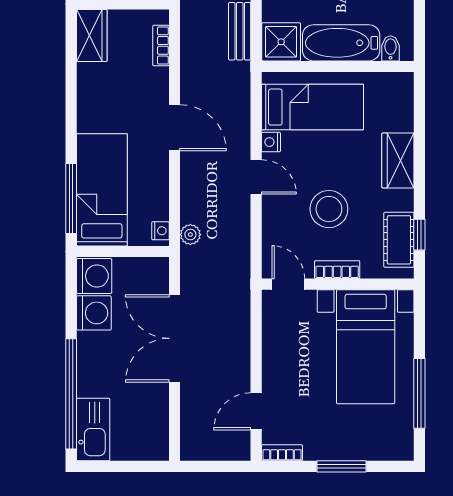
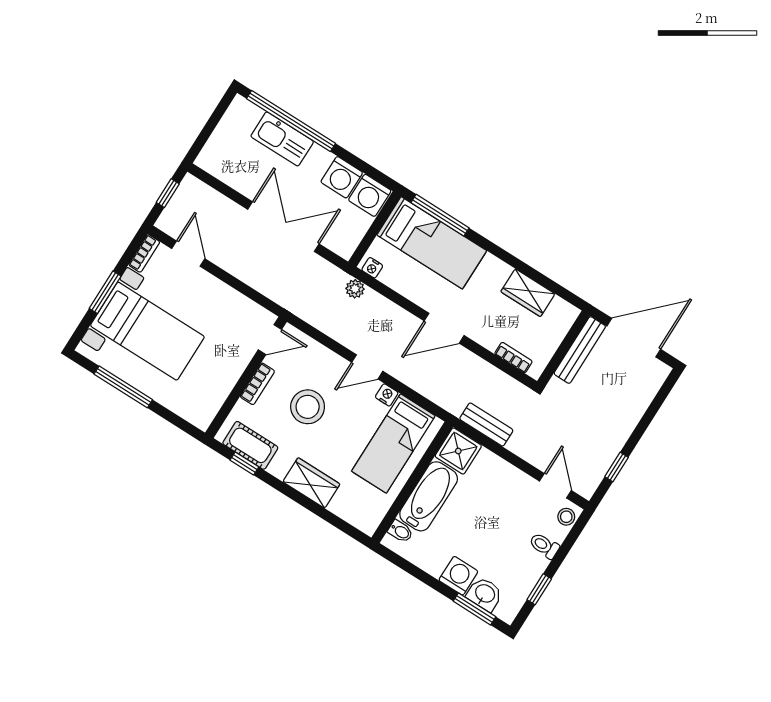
wardrobe: (92, 36) -> (528, 293), moved
bed with nightstands: (366, 347) -> (147, 331), moved, turned 180
kitchen sink: (93, 430) -> (282, 139), moved
window: (212, 466) -> (168, 193), added

